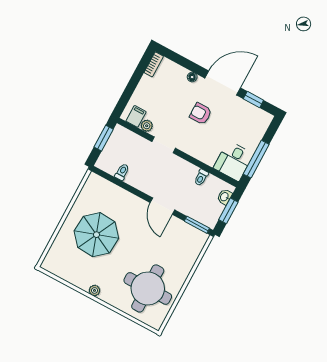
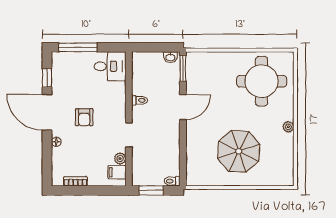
bookcase: (154, 64) -> (75, 181), moved
window: (256, 159) -> (78, 47), moved
toilet: (122, 172) -> (172, 181), moved
toilet: (201, 177) -> (140, 100), moved
washbasin: (225, 197) -> (170, 57), moved
window: (228, 211) -> (156, 47), removed

